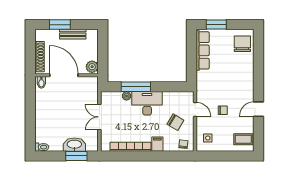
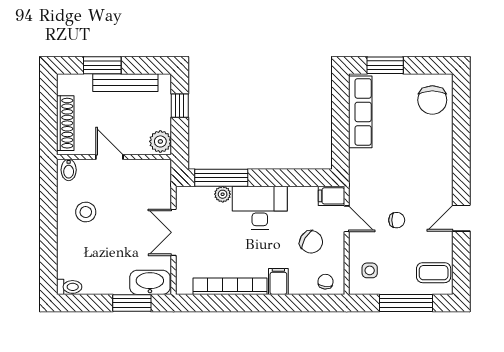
bench: (73, 34) -> (125, 83), width x1.36
chair: (242, 44) -> (432, 100), turned 180
window: (103, 47) -> (180, 106), added
door: (64, 75) -> (109, 157), width x0.53
window: (136, 87) -> (221, 178), moved
filing cabinet: (187, 97) -> (332, 196), added
stool: (51, 106) -> (86, 212), added
washbasin: (74, 145) -> (150, 282), moved
window: (228, 156) -> (406, 303), added

